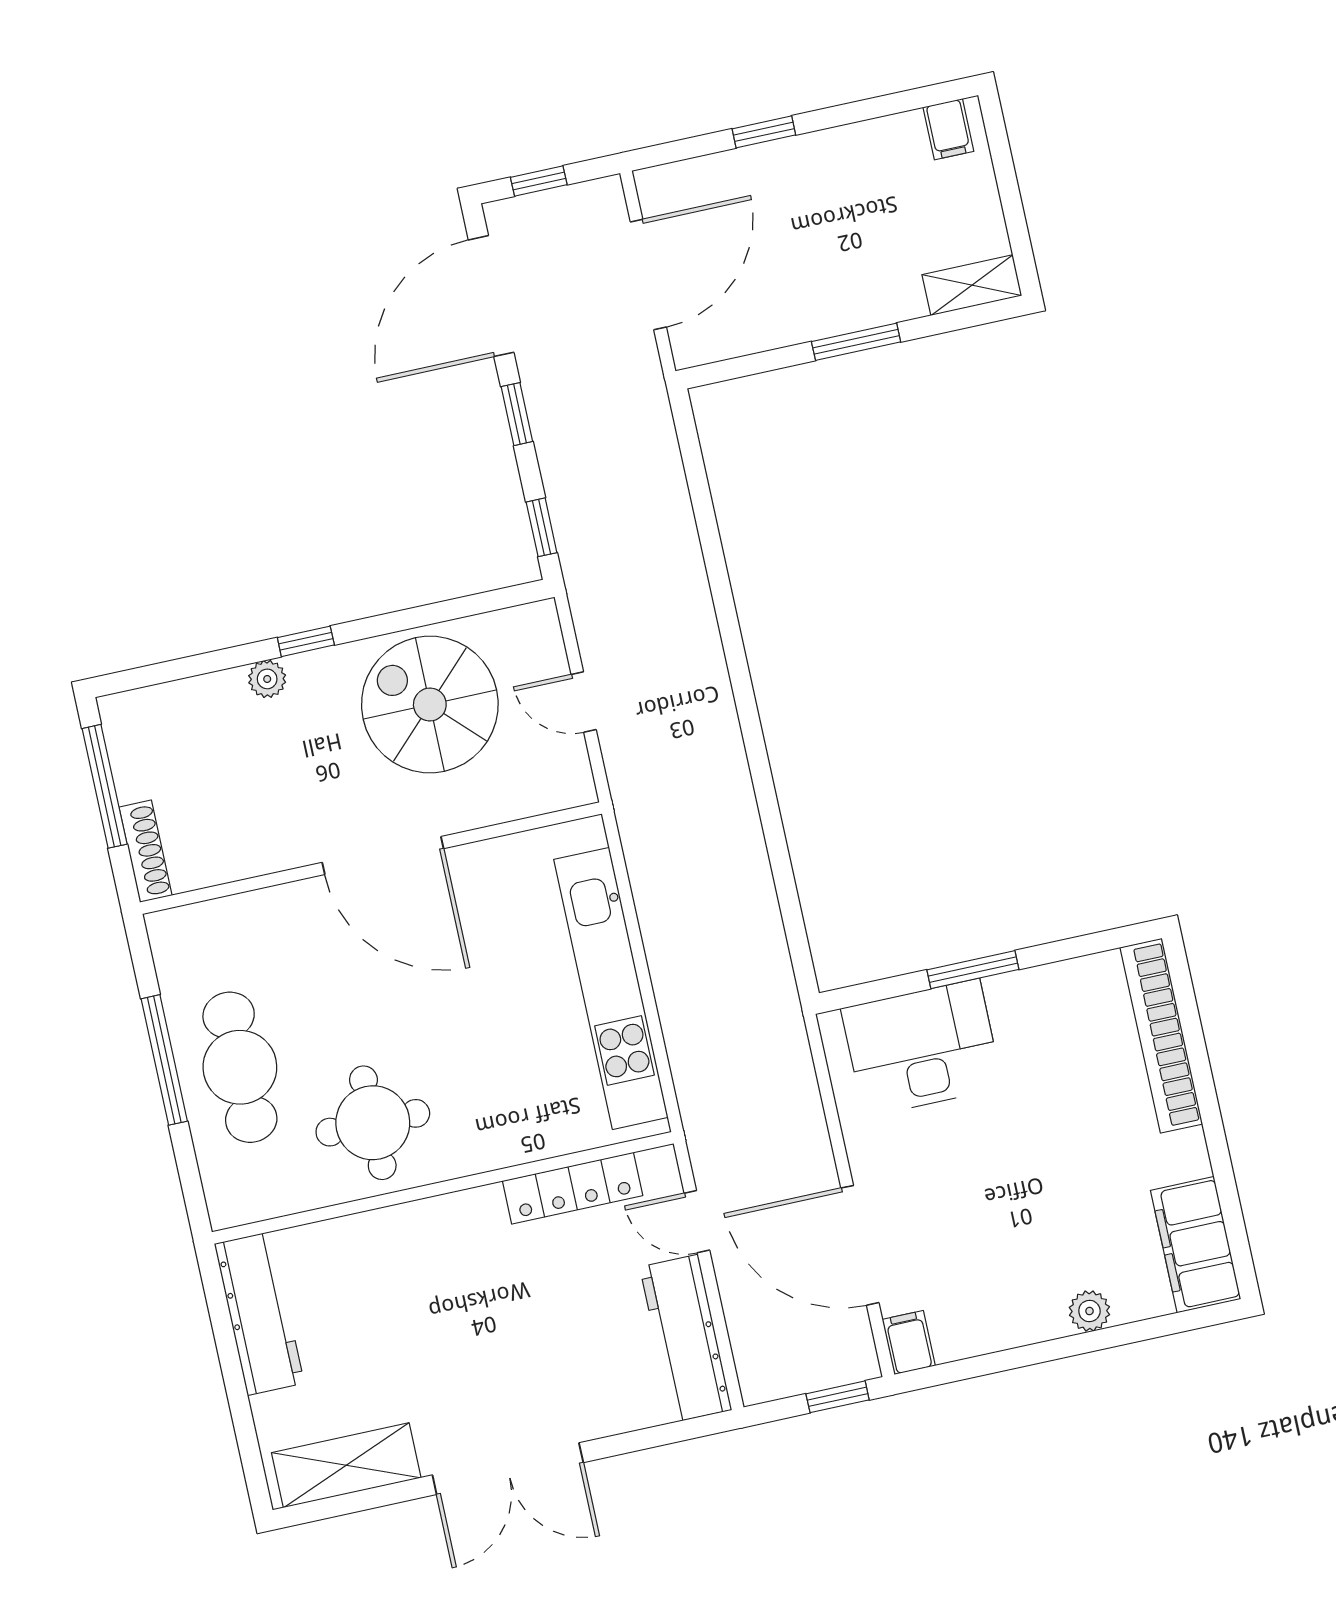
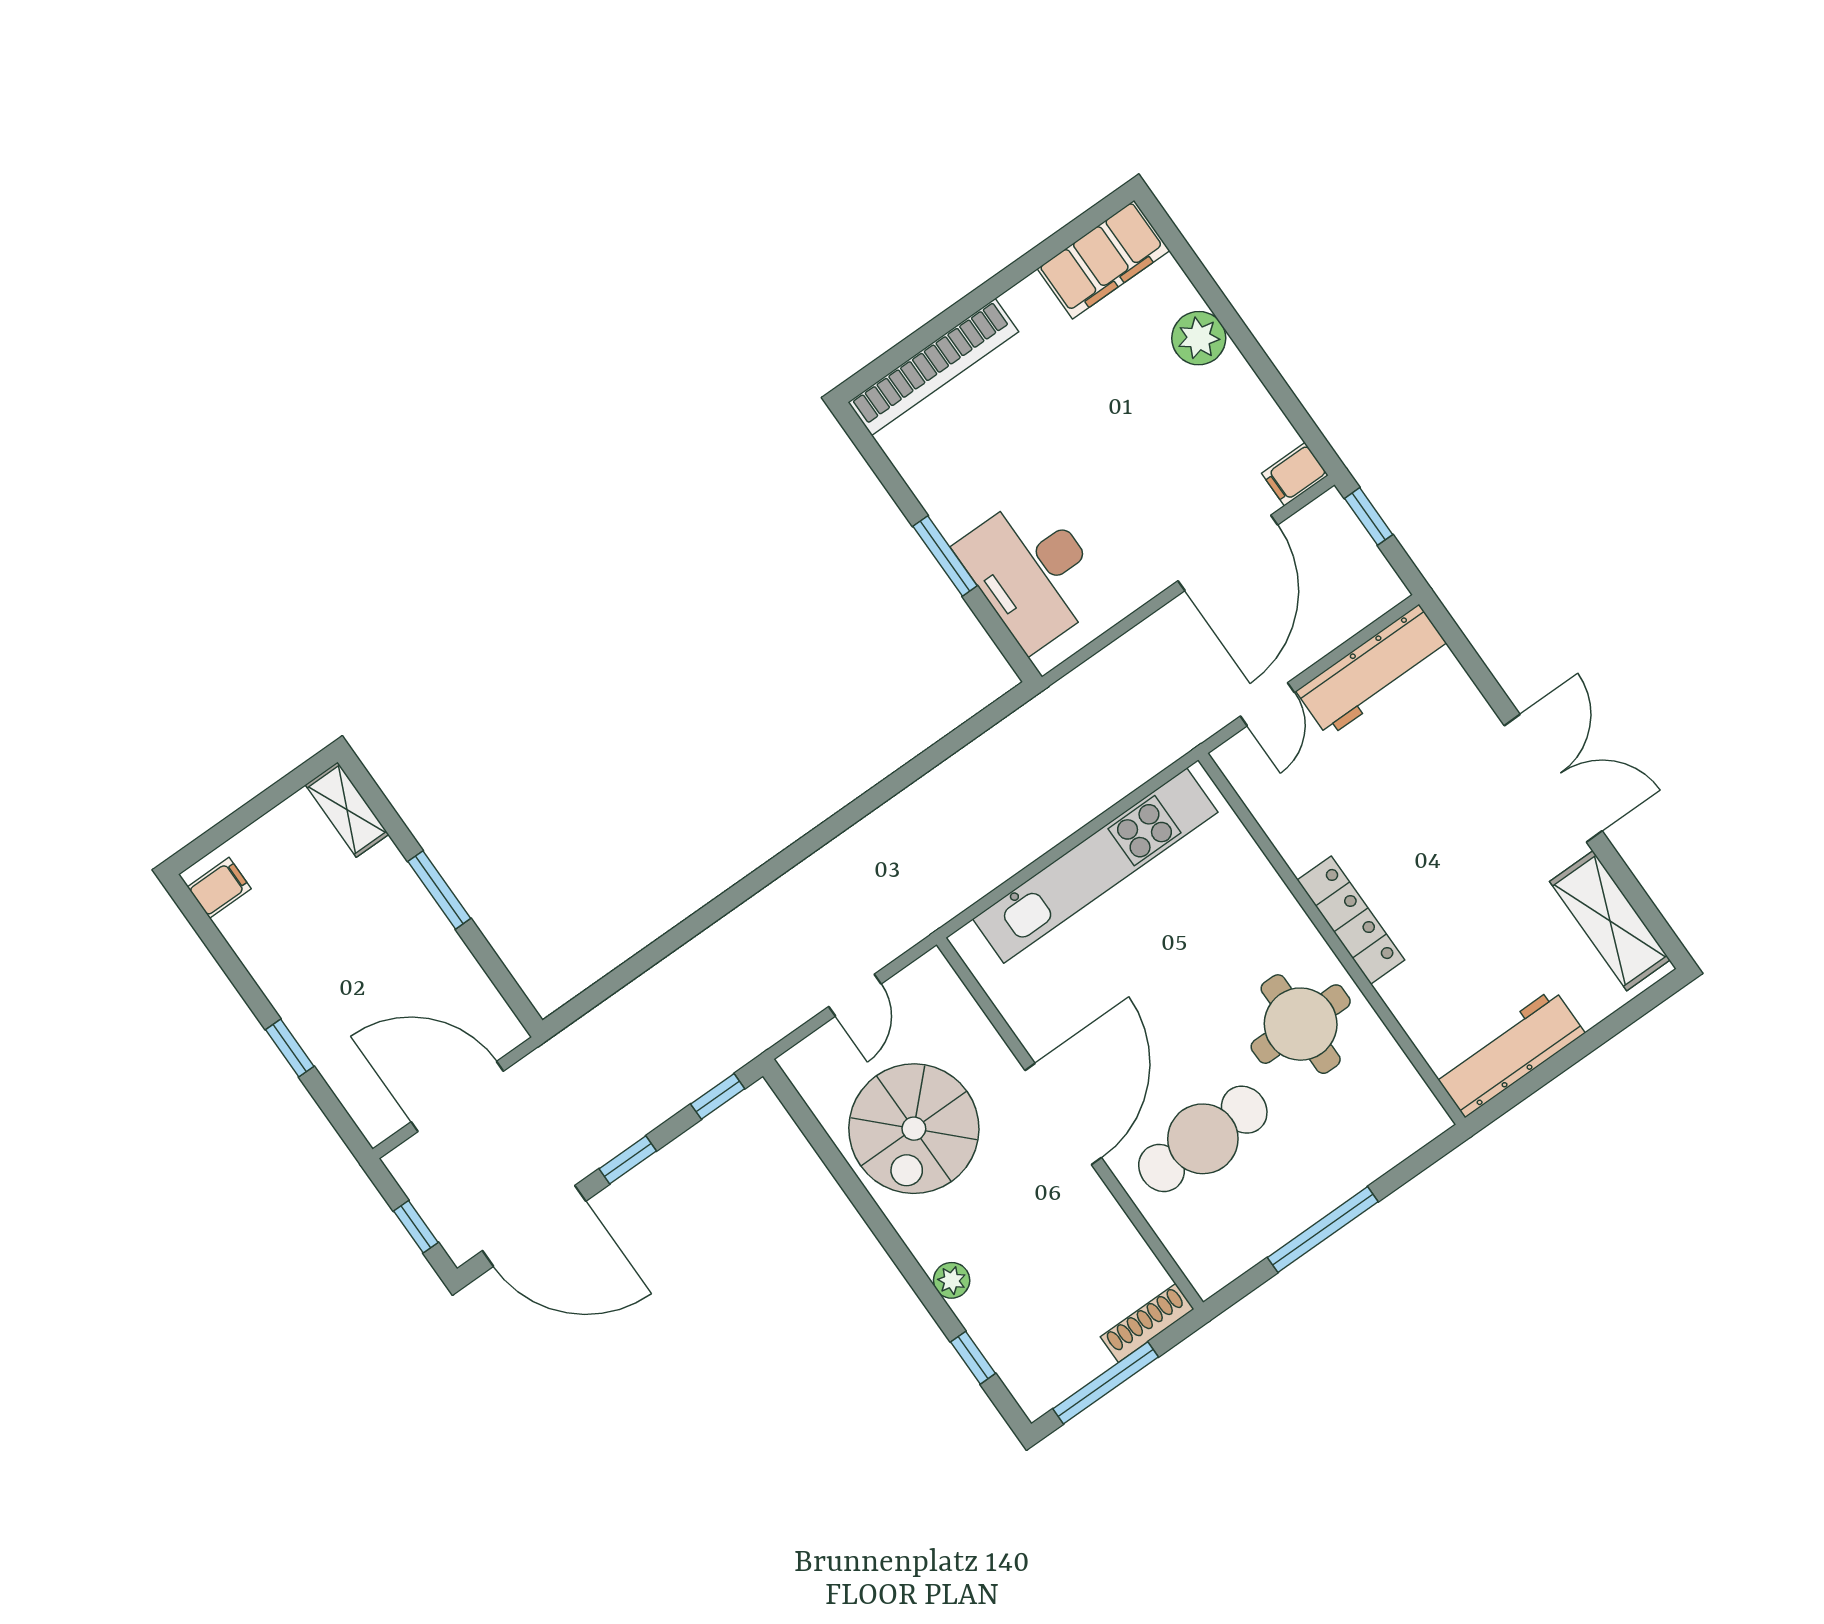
window: (306, 641) -> (973, 1358), moved
cafe table: (240, 1067) -> (1203, 1139), moved
locker: (573, 1188) -> (1351, 920), moved
plant: (1089, 1311) -> (1199, 338), width x1.38, depth x1.38

